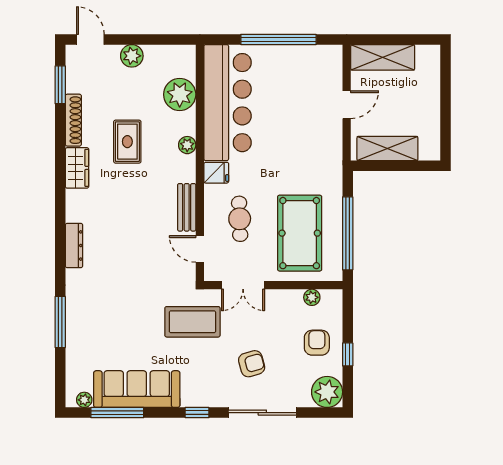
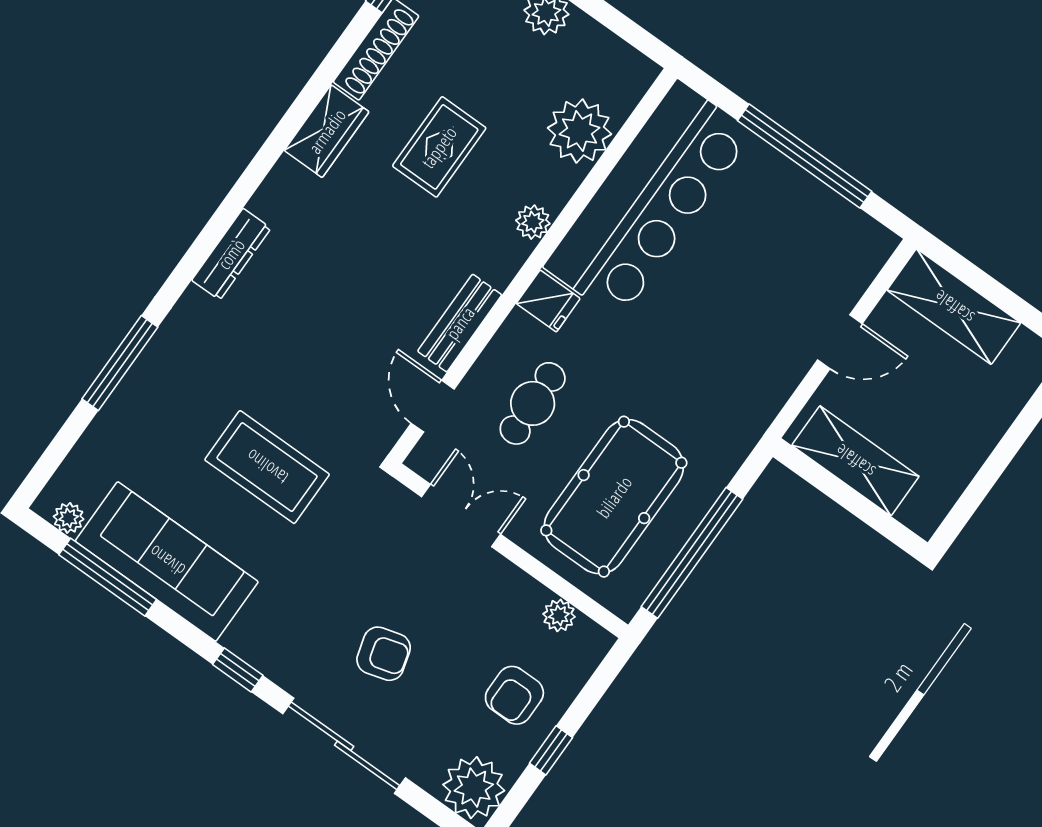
double door: (243, 285) -> (461, 516), swing flipped
coffee table: (192, 322) -> (267, 467), moved
armchair: (317, 343) -> (514, 695), turned 180

